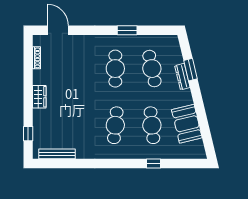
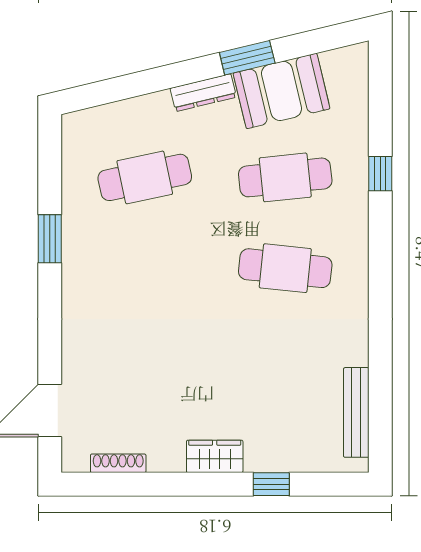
cafe table: (115, 69) -> (145, 268), removed
window: (191, 70) -> (247, 58), moved
dresser: (182, 77) -> (203, 93), moved
window: (28, 134) -> (271, 484), moved

